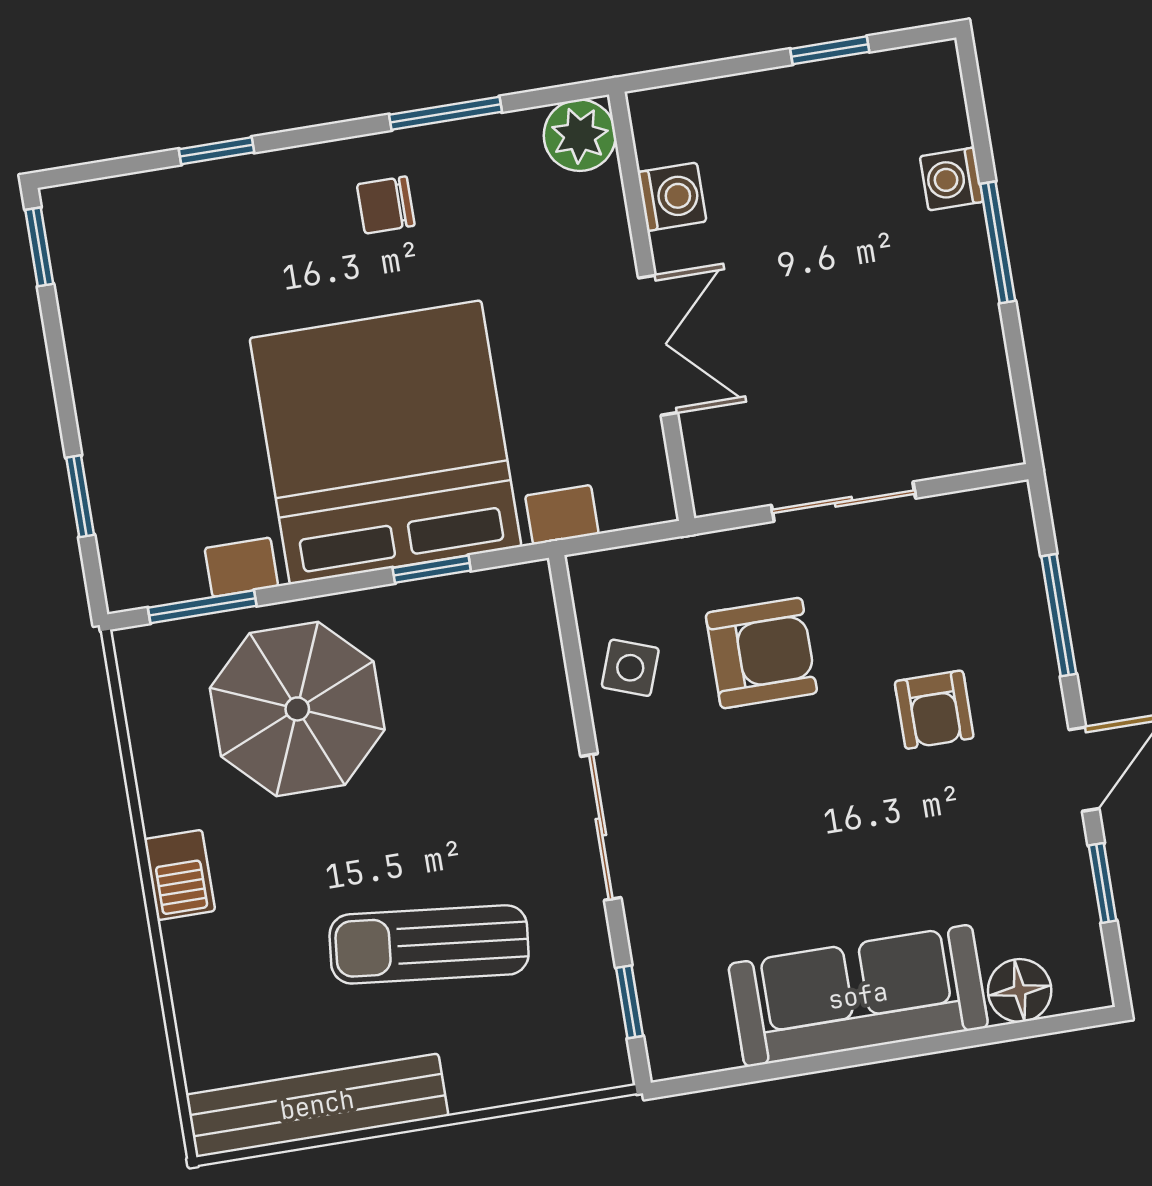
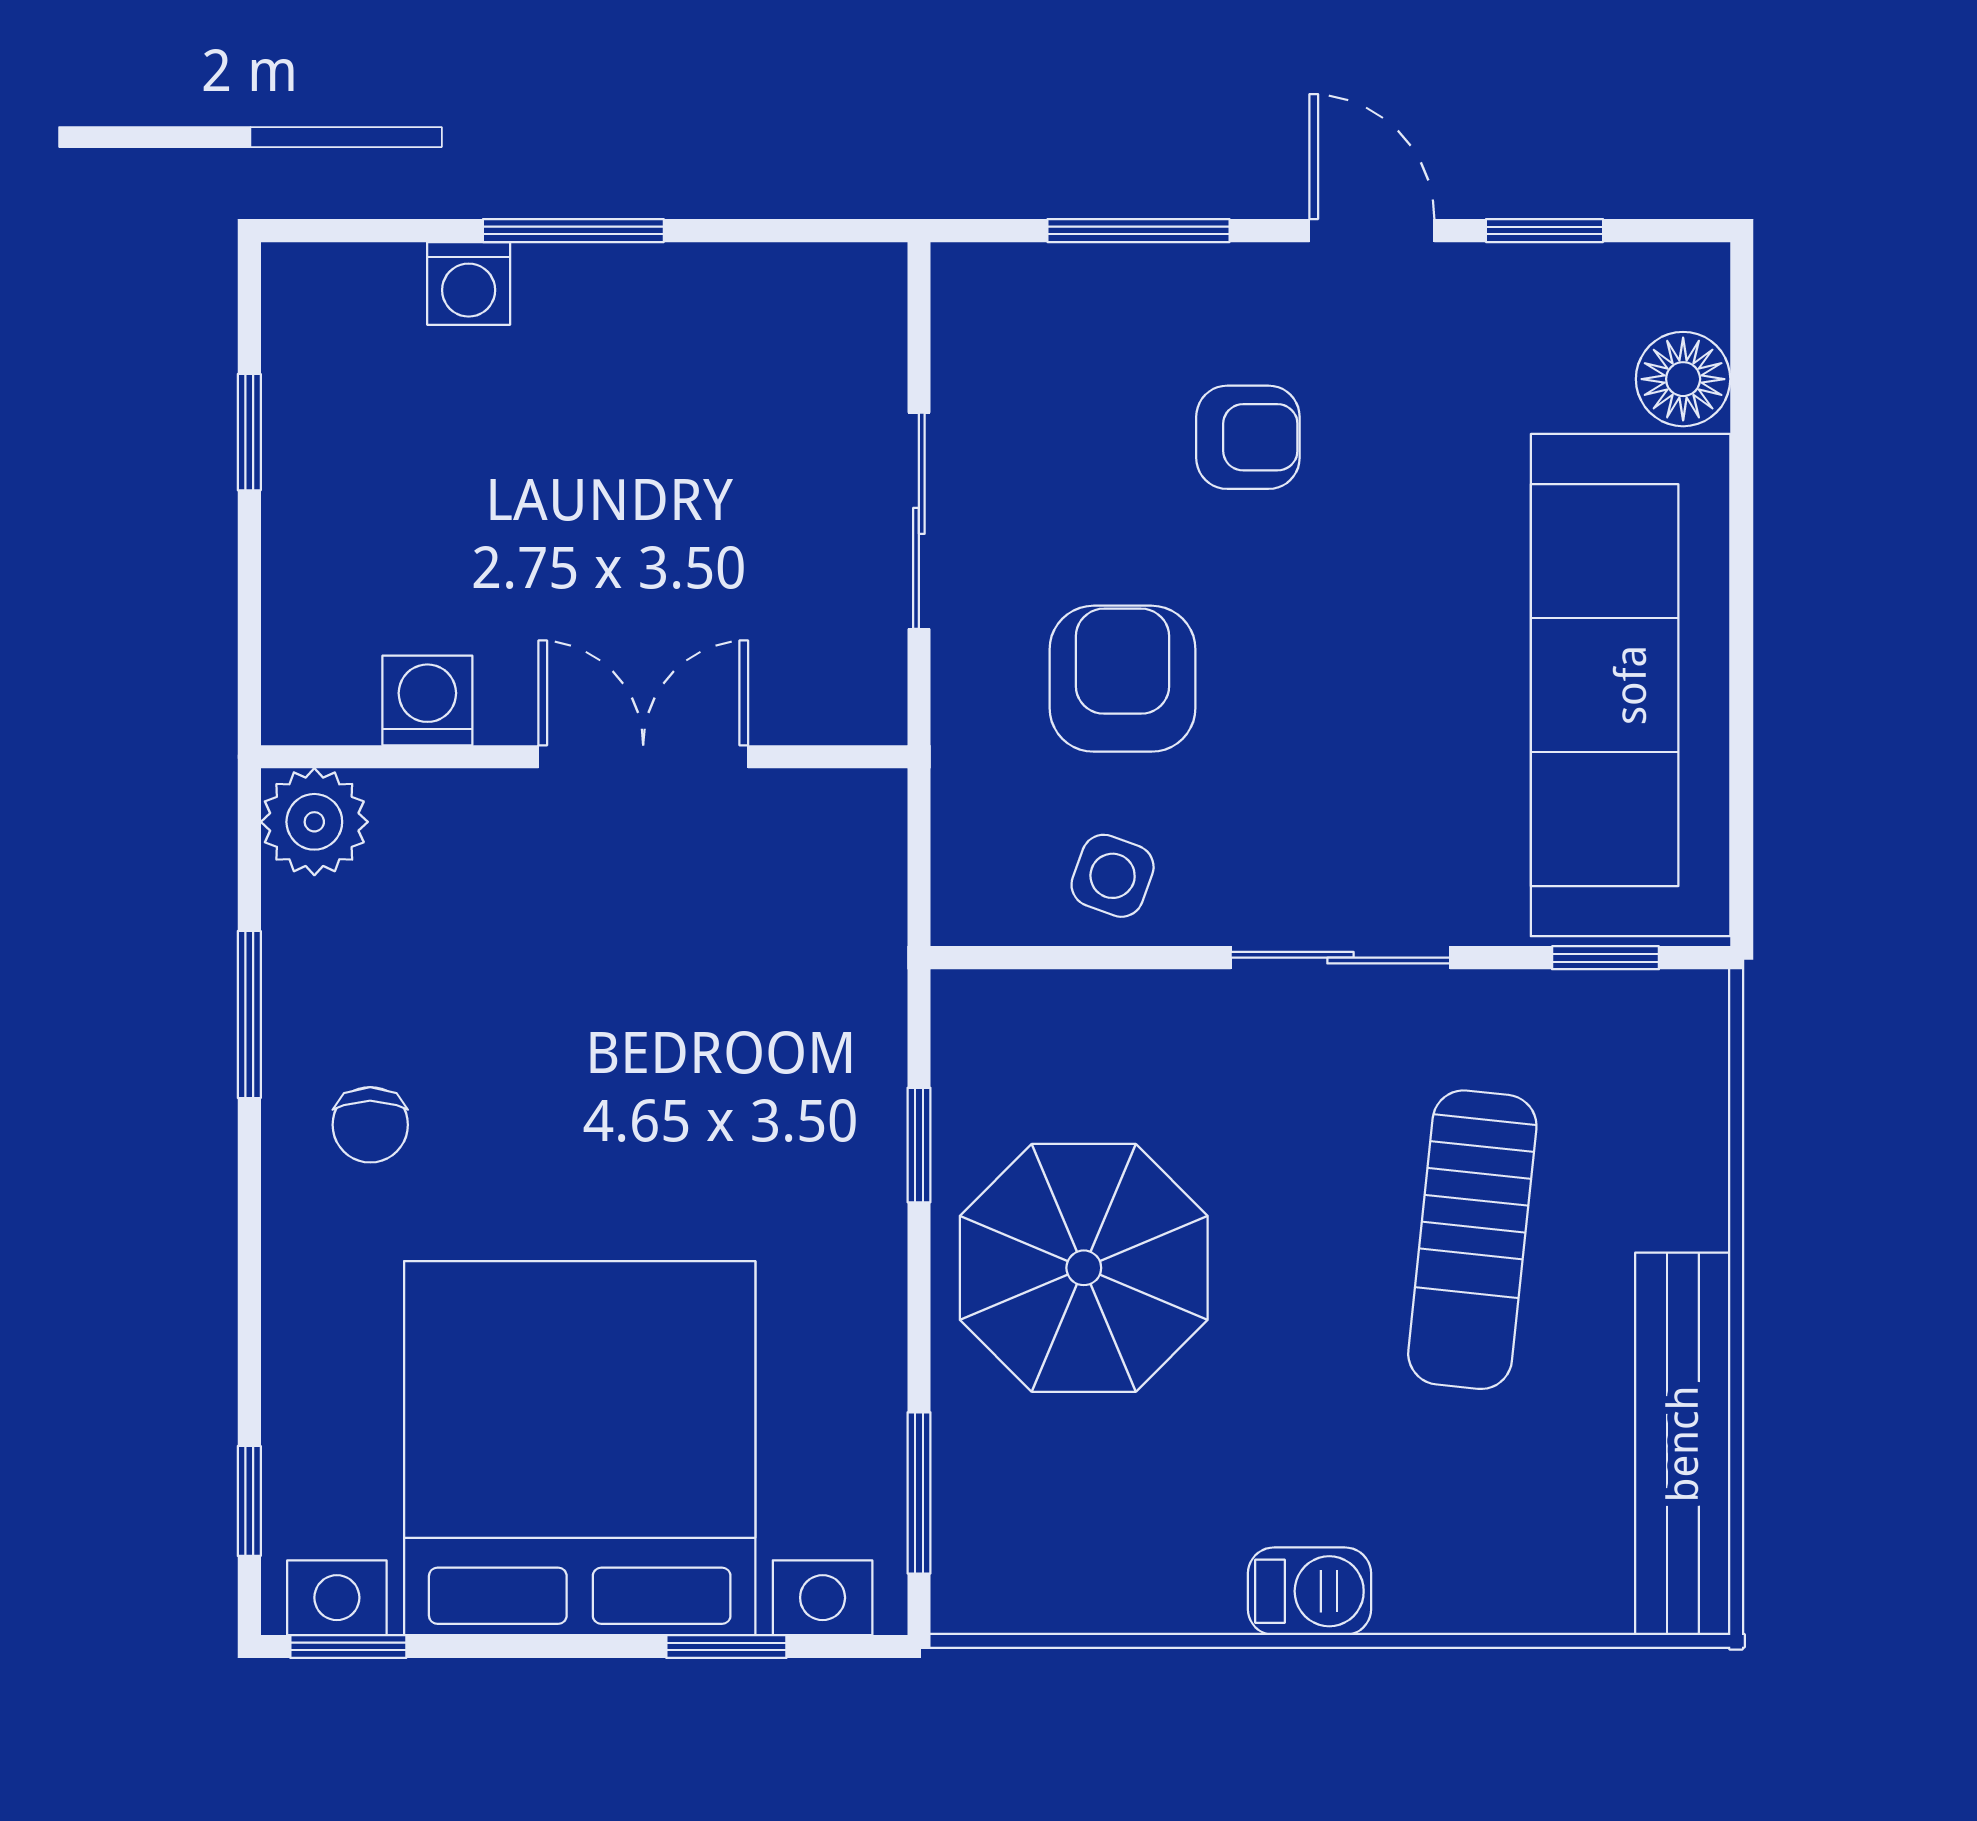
window: (217, 151) -> (249, 1501), moved
bed with nightstands: (386, 442) -> (580, 1448), moved, turned 90
parasol: (297, 709) -> (1084, 1268), moved
sofa: (858, 996) -> (1631, 685), width x1.36, depth x1.27

